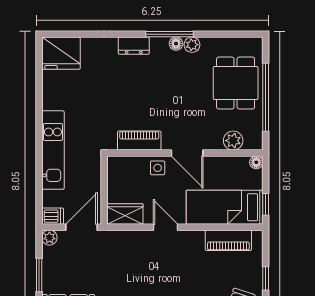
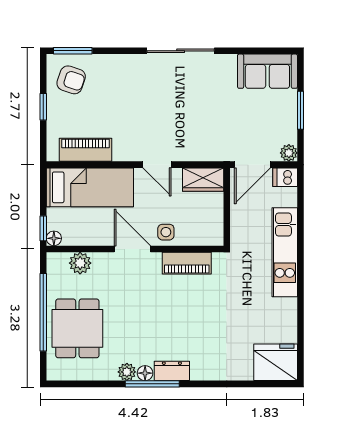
dresser: (134, 46) -> (172, 371), moved
window: (266, 204) -> (43, 228), moved

